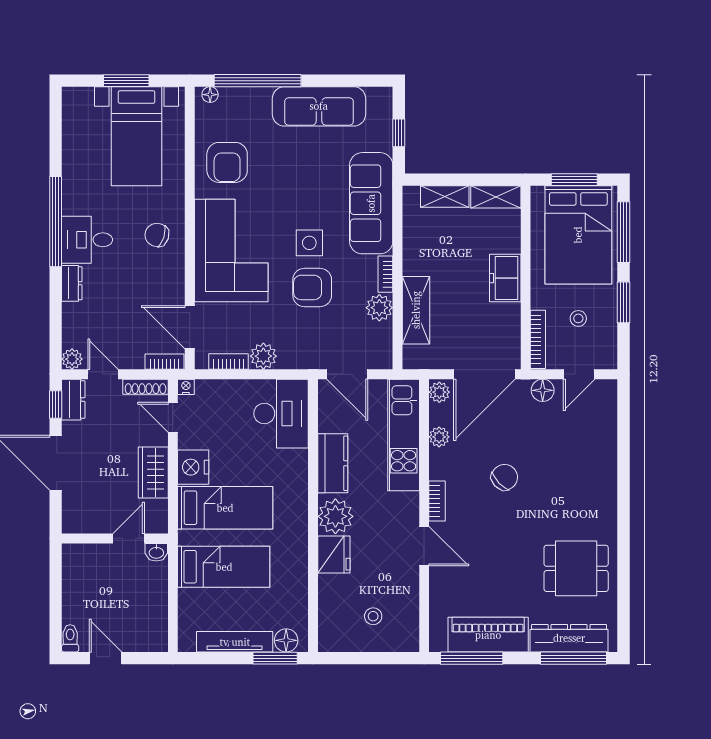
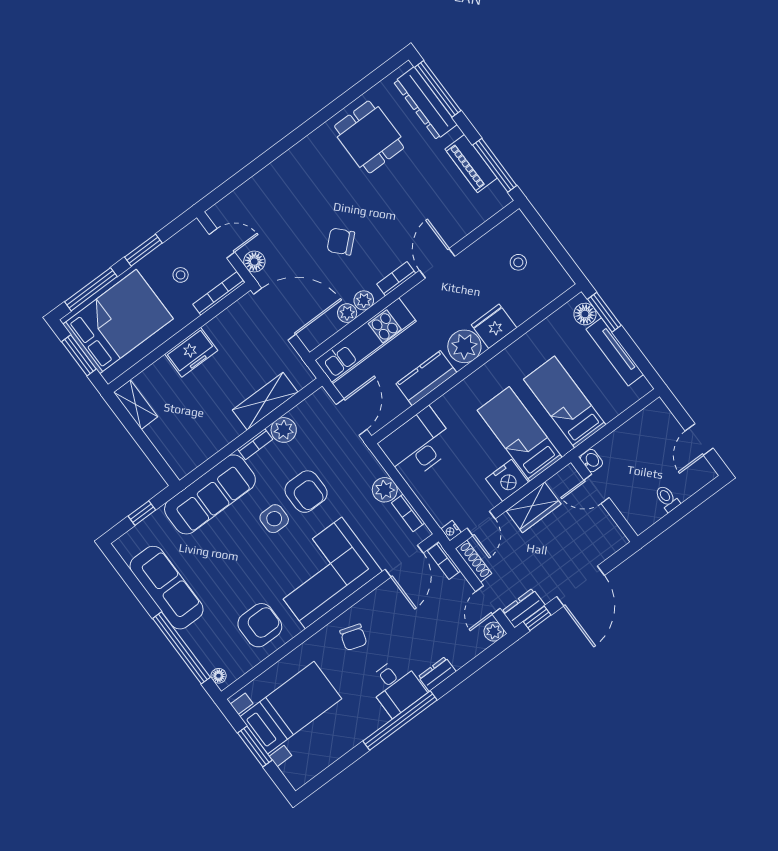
shelving: (445, 197) -> (164, 443), removed
plant: (439, 392) -> (364, 300), moved
piano: (488, 635) -> (471, 164), width x0.73, depth x0.75
toilet: (70, 638) -> (667, 498), moved, turned 90

